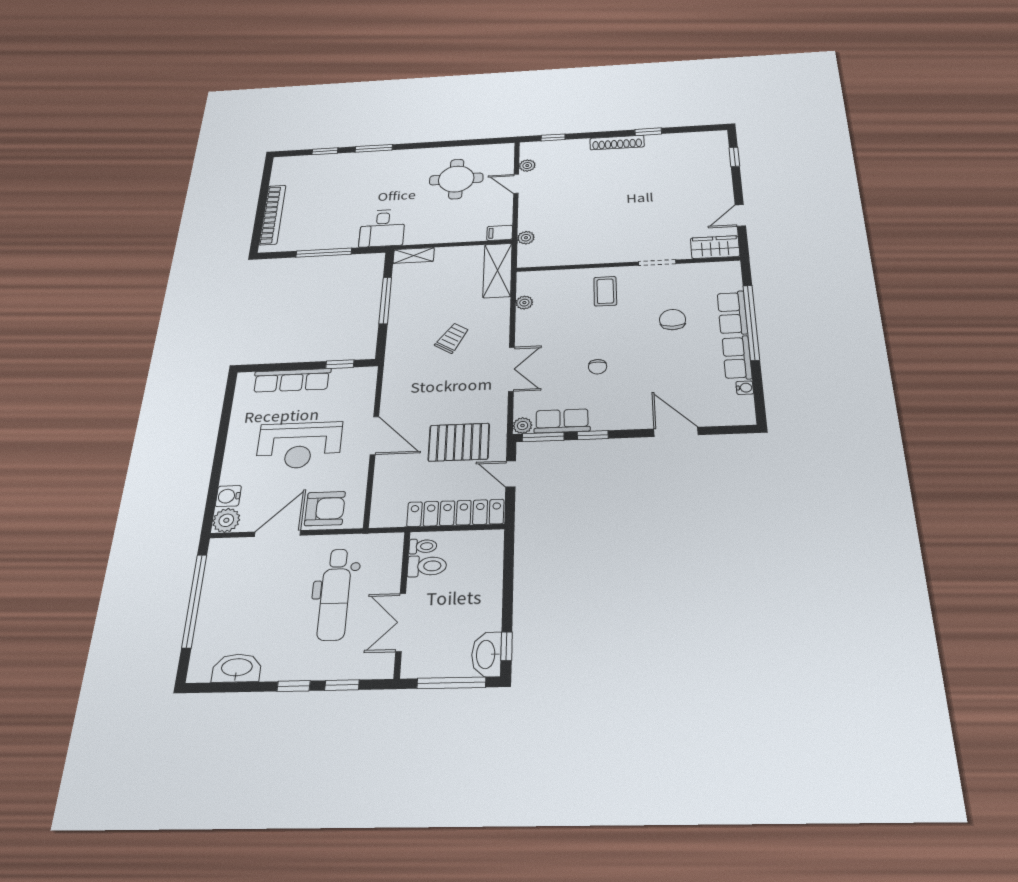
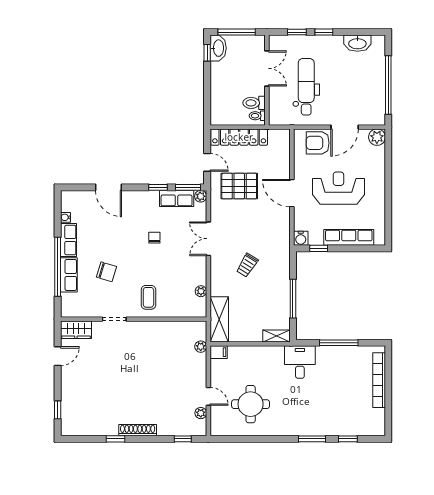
chair: (673, 320) -> (106, 272), turned -73
water cooler: (228, 496) -> (301, 238), moved, turned 90

